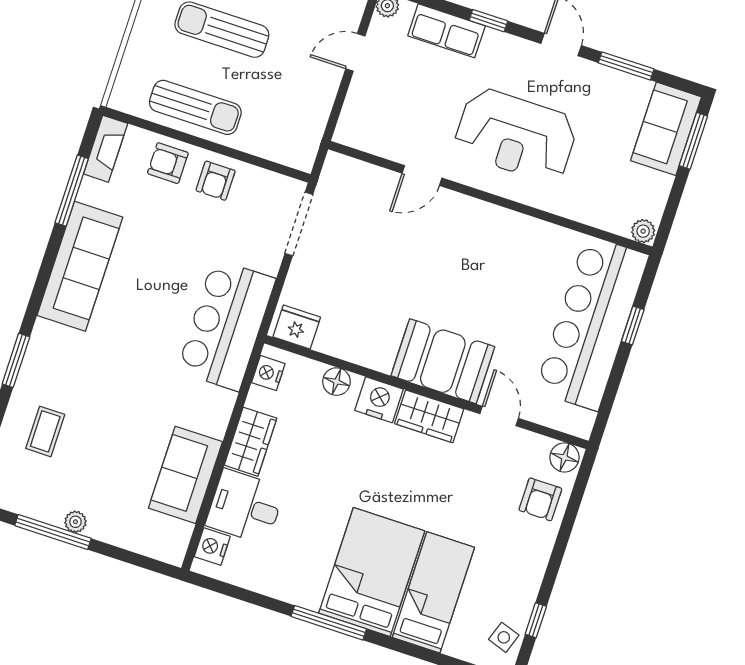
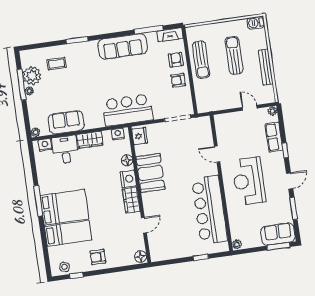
bar counter: (592, 323) -> (210, 210), moved, turned -90
booth: (443, 361) -> (150, 173), moved
plant: (45, 499) -> (32, 76), added
armchair: (540, 499) -> (98, 257), moved
plant: (174, 554) -> (35, 132), added

